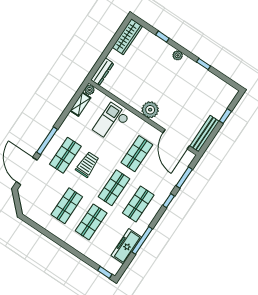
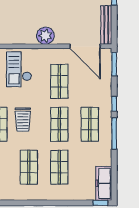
trolley: (87, 165) -> (23, 120), turned 180
window: (184, 178) -> (114, 64), moved
window: (142, 240) -> (114, 133), moved
freezer: (126, 246) -> (104, 183), moved

